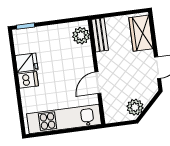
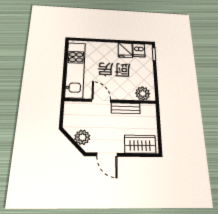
bench: (100, 35) -> (126, 108), moved
dishwasher: (28, 80) -> (139, 50), moved
plant: (135, 107) -> (82, 137), moved

